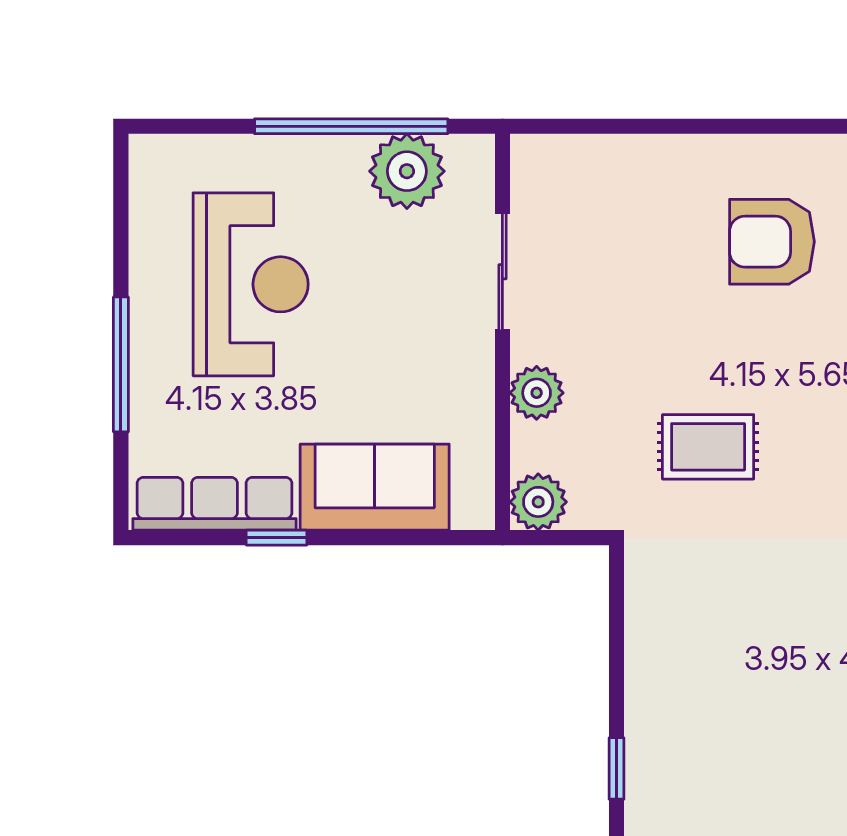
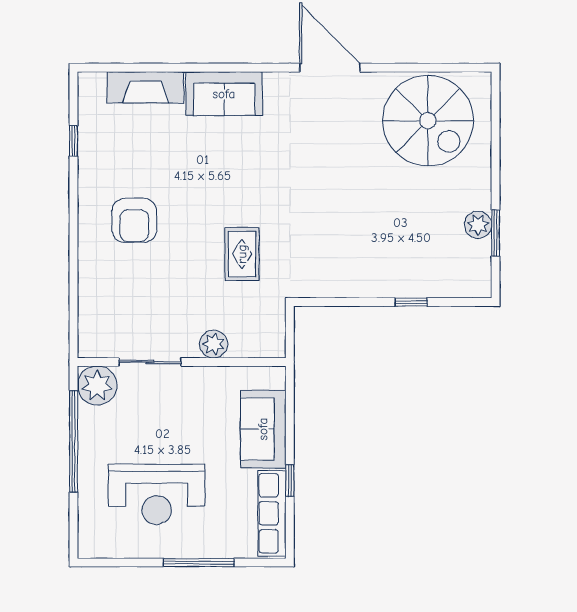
plant: (407, 171) -> (97, 386), moved
reception desk: (251, 284) -> (157, 494), turned 180
plant: (538, 502) -> (271, 343), removed

